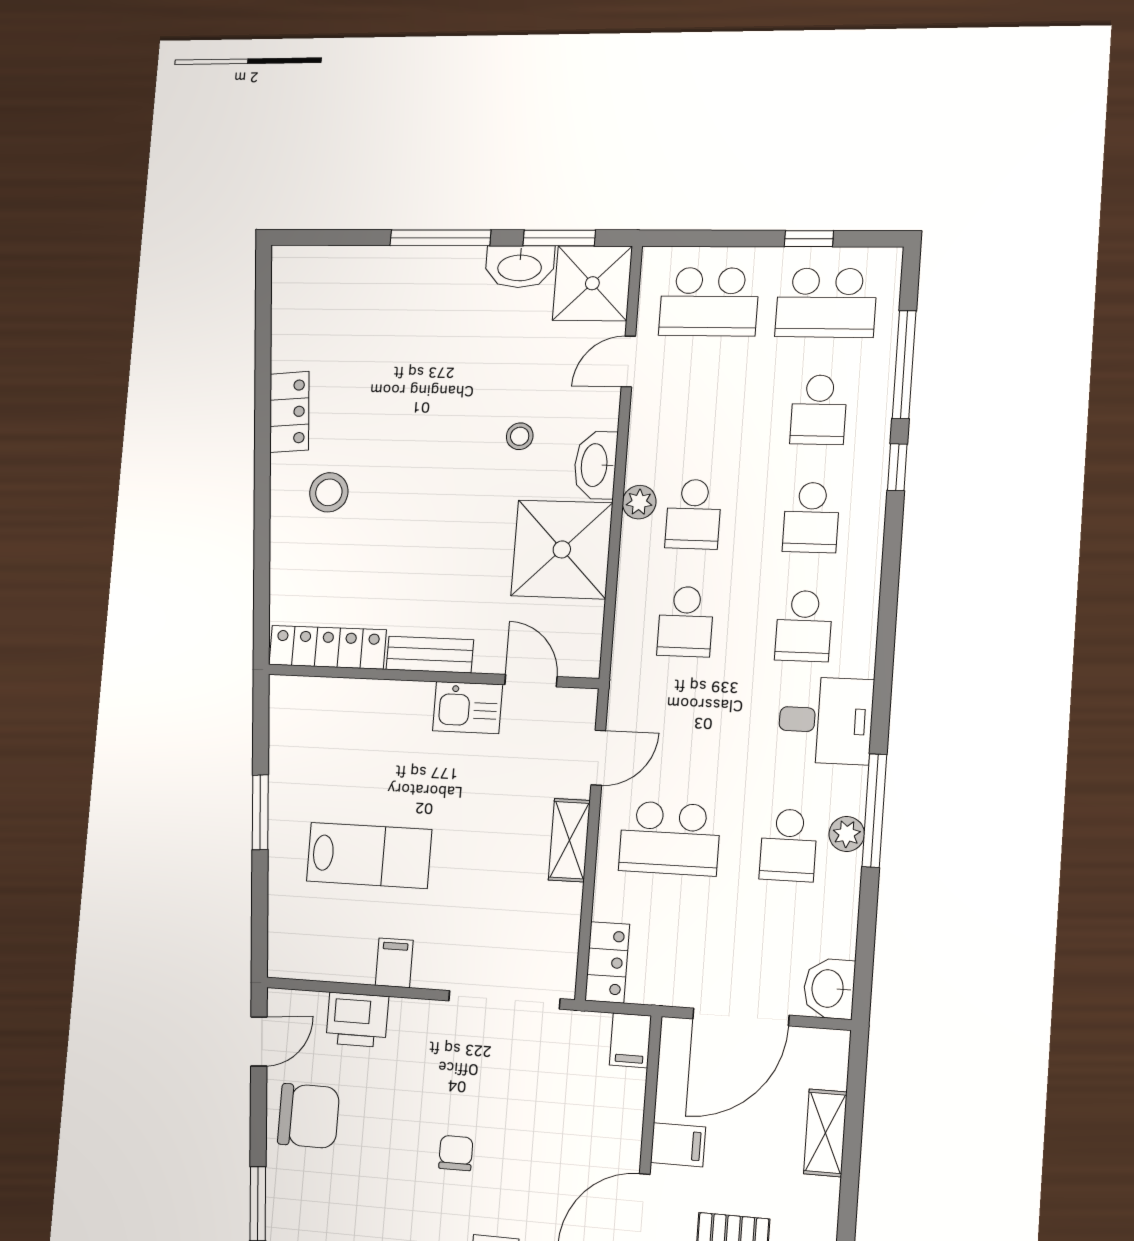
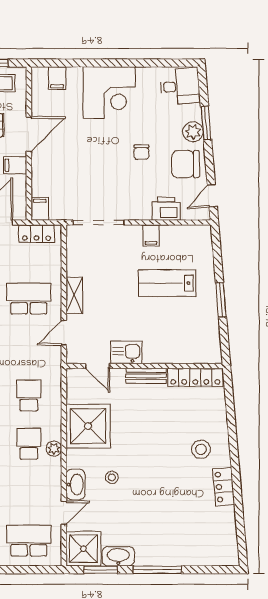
washbasin: (595, 465) -> (75, 484), moved
locker: (607, 962) -> (36, 234), moved, turned -90
chair: (456, 1153) -> (142, 152), moved
plant: (287, 1187) -> (193, 132), added

